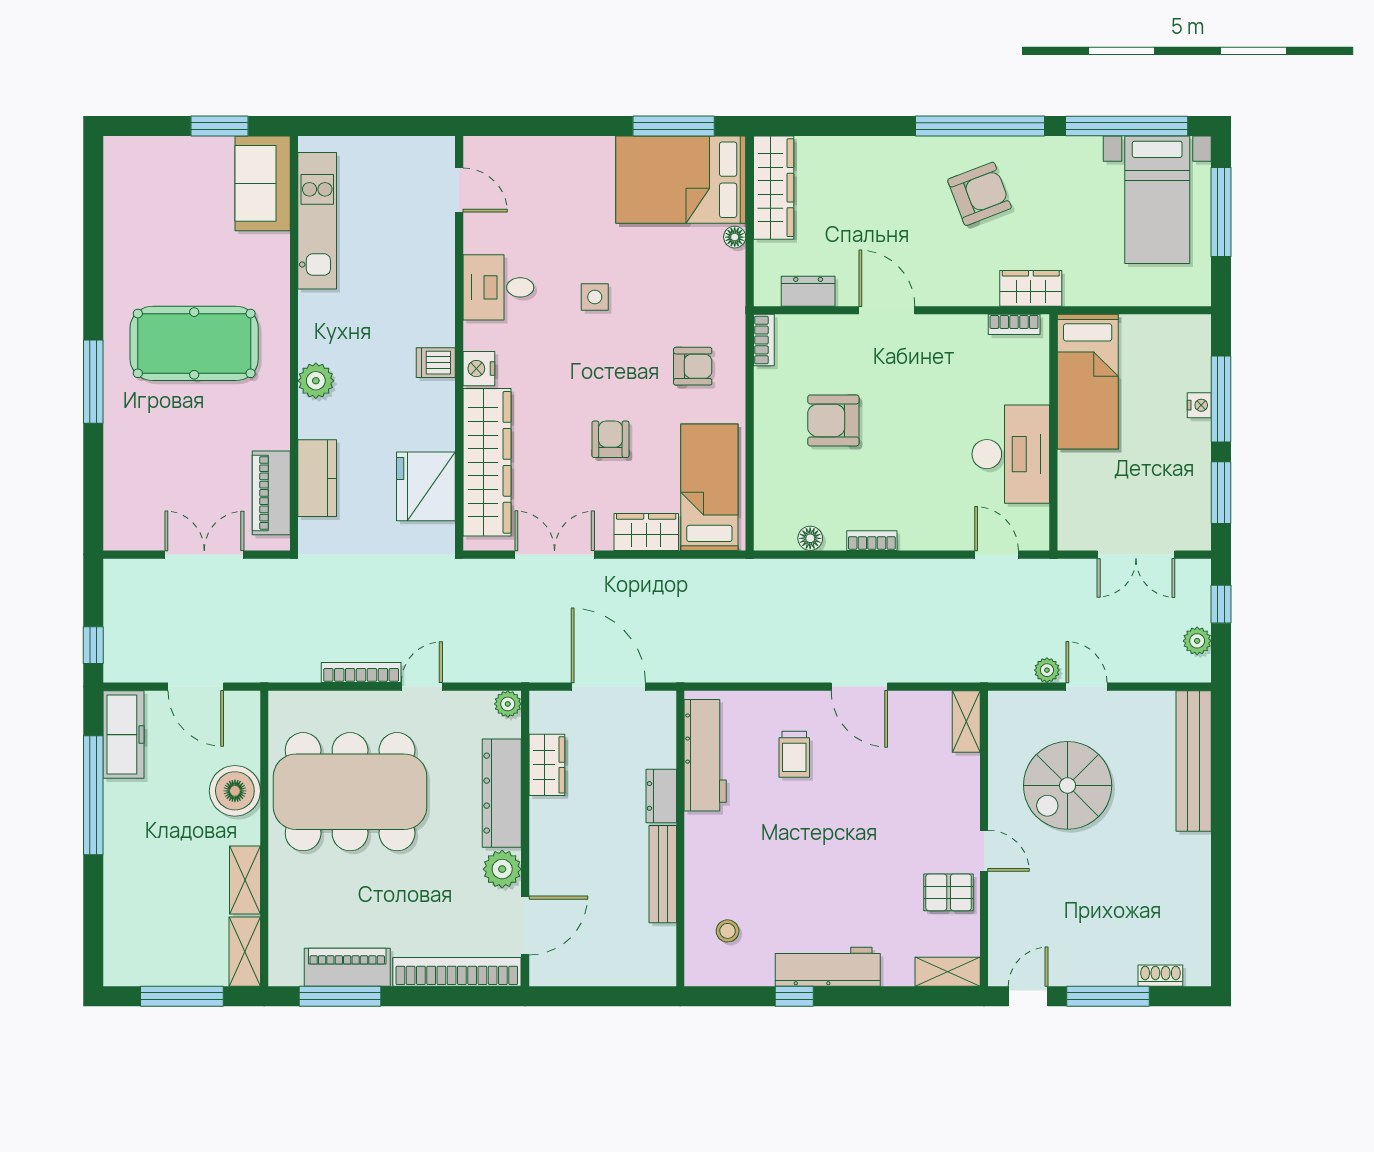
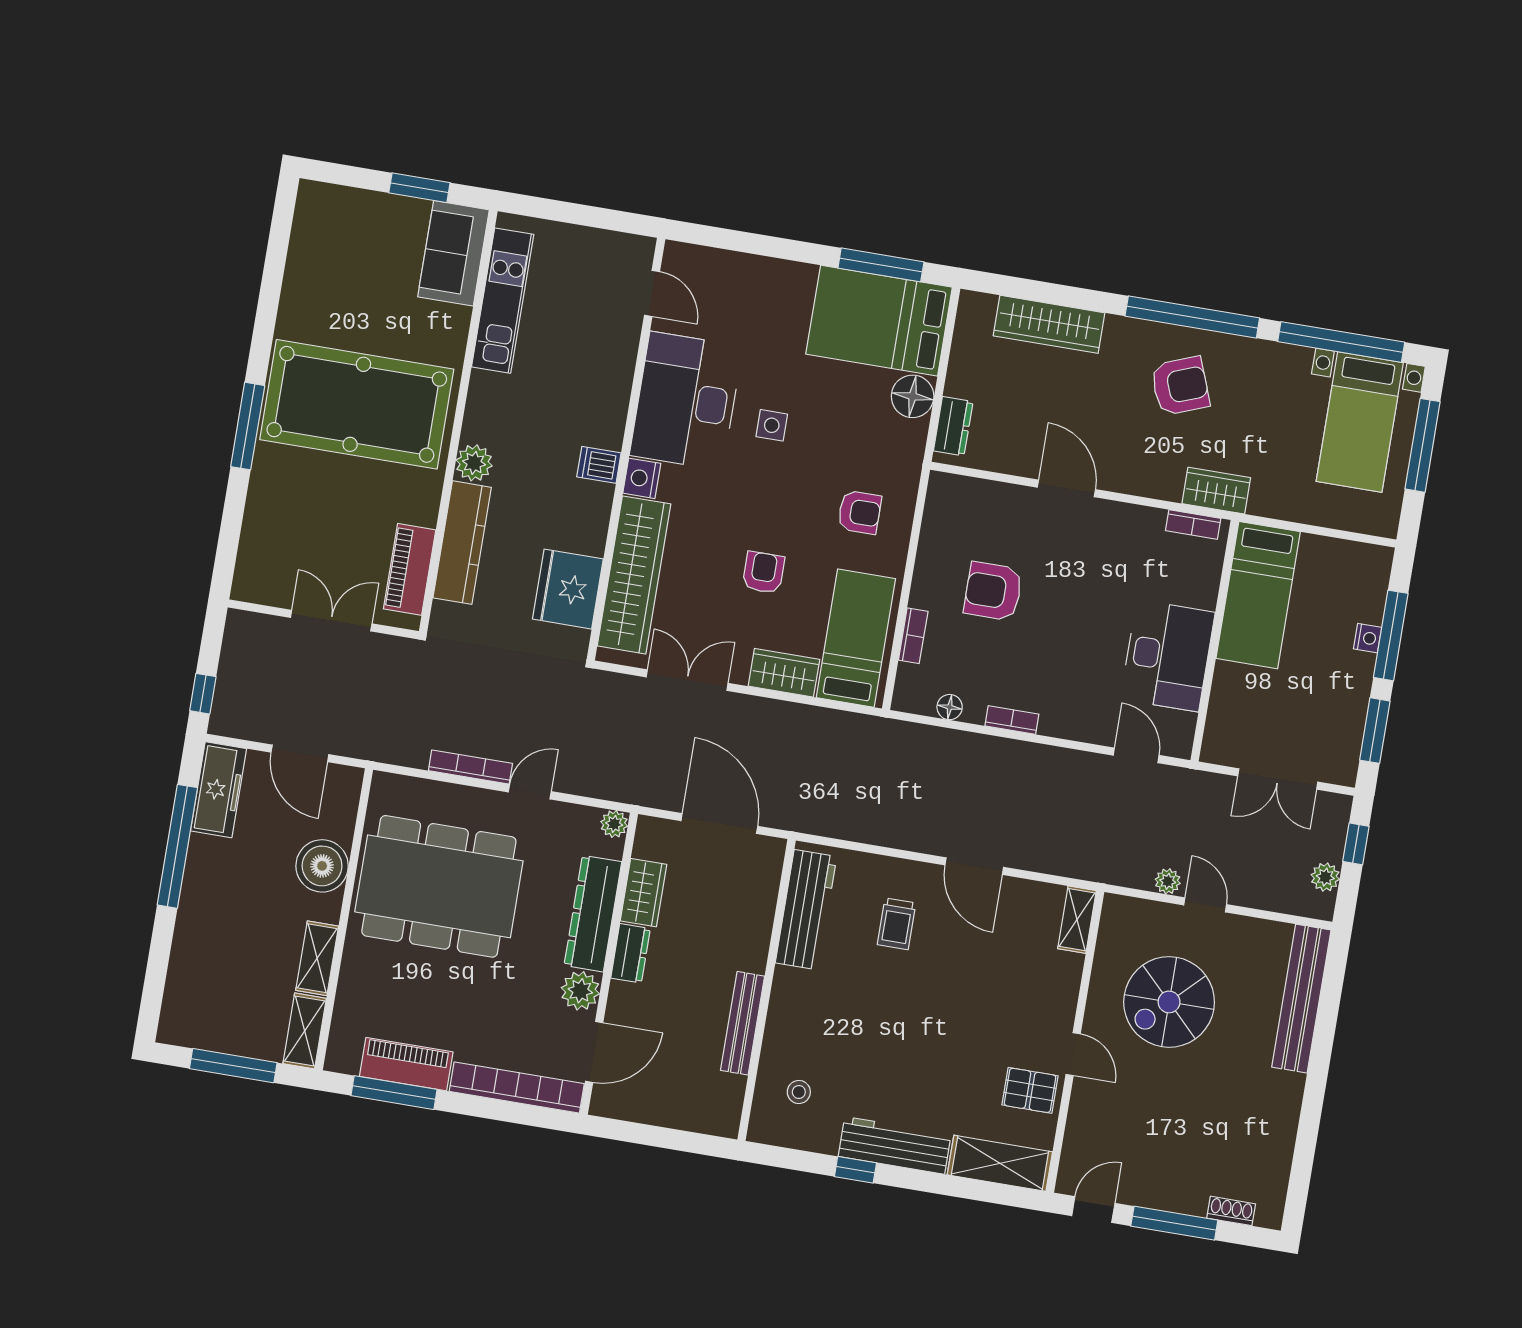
wardrobe: (774, 188) -> (1049, 324), moved, turned 90
floor lamp: (735, 237) -> (913, 396), width x1.89, depth x1.89
desk: (498, 287) -> (686, 401), width x1.87, depth x1.30
dresser: (808, 291) -> (953, 426), moved, turned 90
bookcase: (764, 340) -> (913, 636), moved
pool table: (194, 343) -> (357, 404), width x1.36, depth x1.32
kitchen counter: (317, 478) -> (462, 543), width x1.50
dresser: (661, 796) -> (630, 953), moved, turned 180
shelving: (948, 972) -> (1000, 1163), width x1.50, depth x1.33

